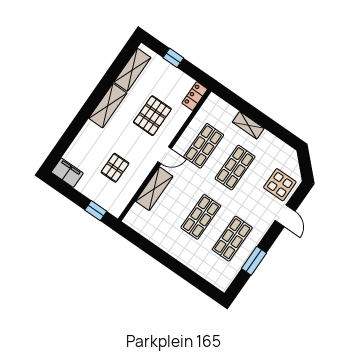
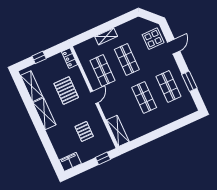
shelving: (154, 189) -> (118, 131), moved
door: (285, 216) -> (174, 47), hinge flipped

